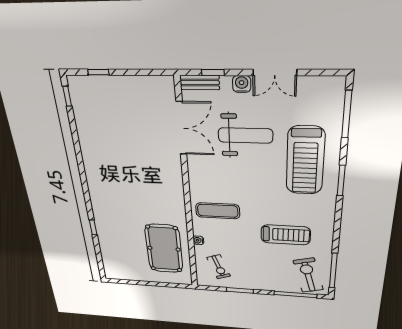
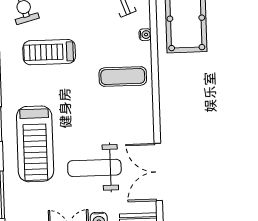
treadmill: (305, 161) -> (35, 144), turned 180

